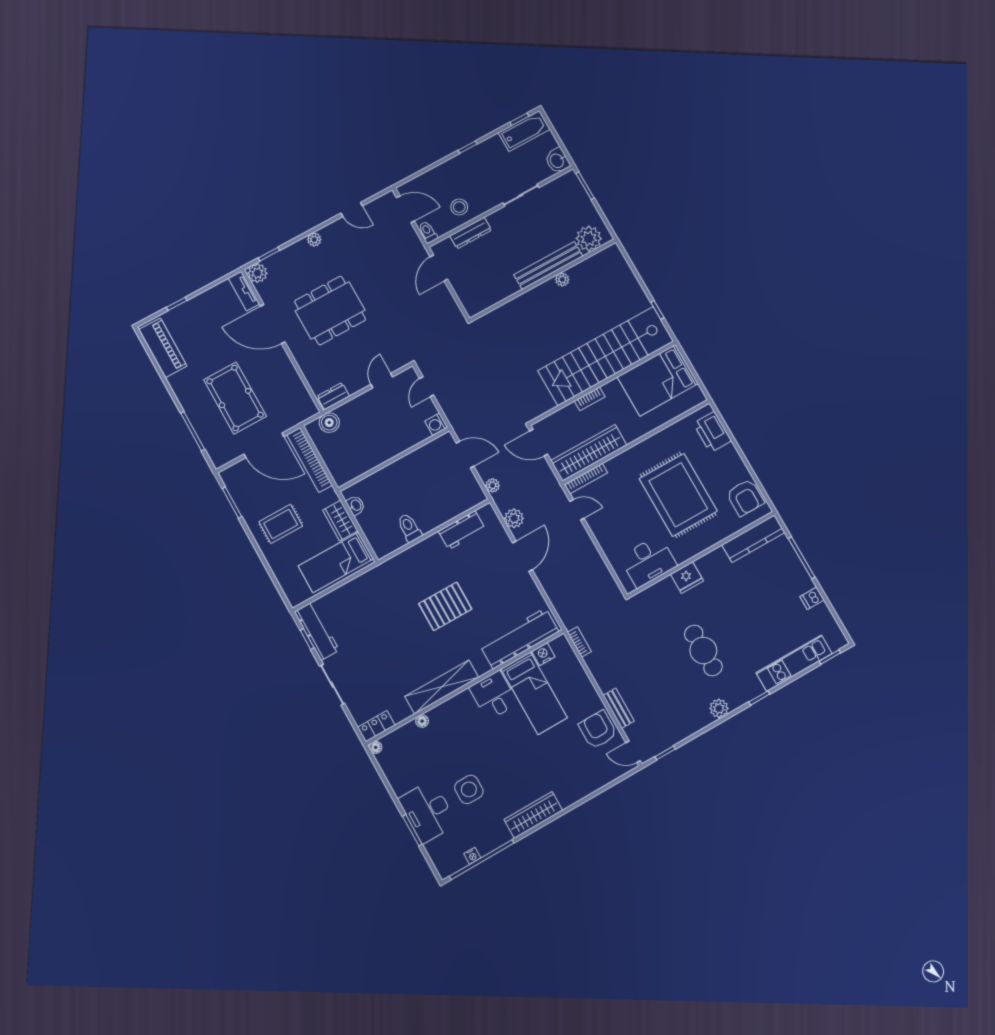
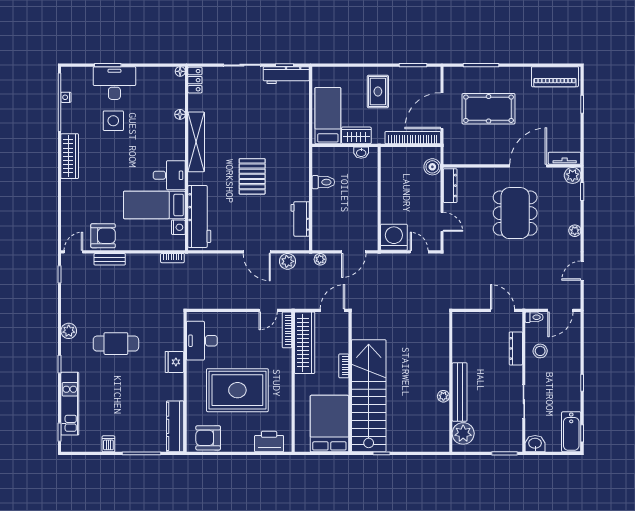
dresser: (333, 396) -> (450, 186), width x1.44
washing machine: (436, 424) -> (394, 237), width x1.89, depth x1.89

